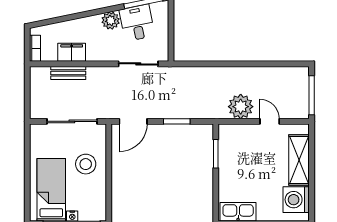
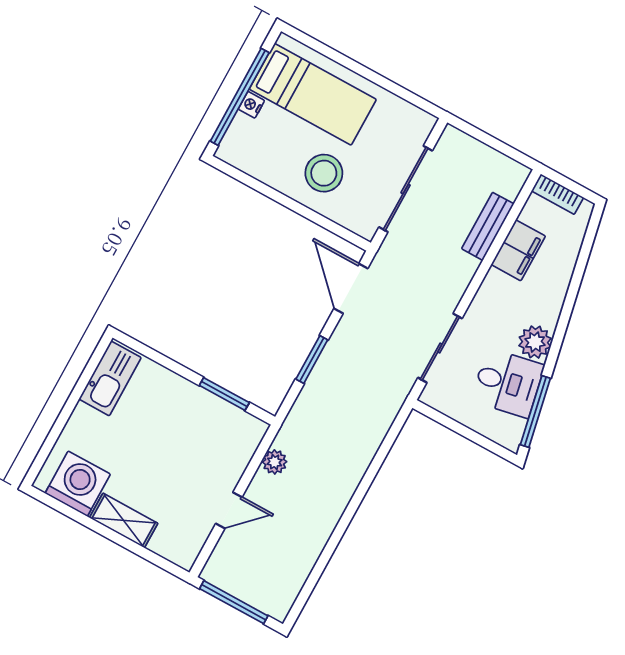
plant: (241, 107) -> (275, 462), width x0.53, depth x0.53
shelving: (299, 160) -> (124, 520), width x0.67, depth x0.75

